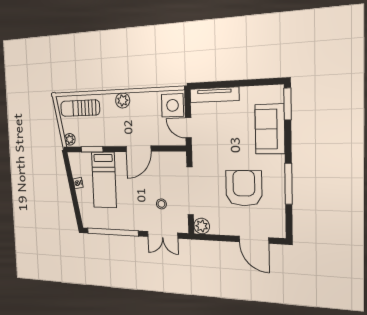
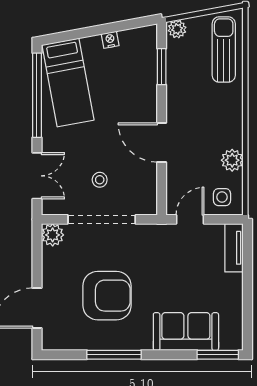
tv unit: (214, 95) -> (234, 248), width x0.71
plant: (123, 100) -> (232, 160), moved
side table: (173, 105) -> (222, 197), width x0.54, depth x0.54
bed: (104, 180) -> (68, 82), moved, turned -101
stool: (161, 204) -> (100, 180), moved
double door: (163, 235) -> (37, 176), swing flipped

